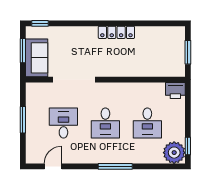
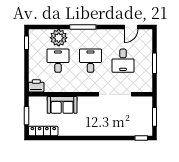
locker: (116, 32) -> (43, 131), moved
sofa: (37, 58) -> (62, 105), moved, turned -90
plant: (174, 153) -> (59, 38), moved

